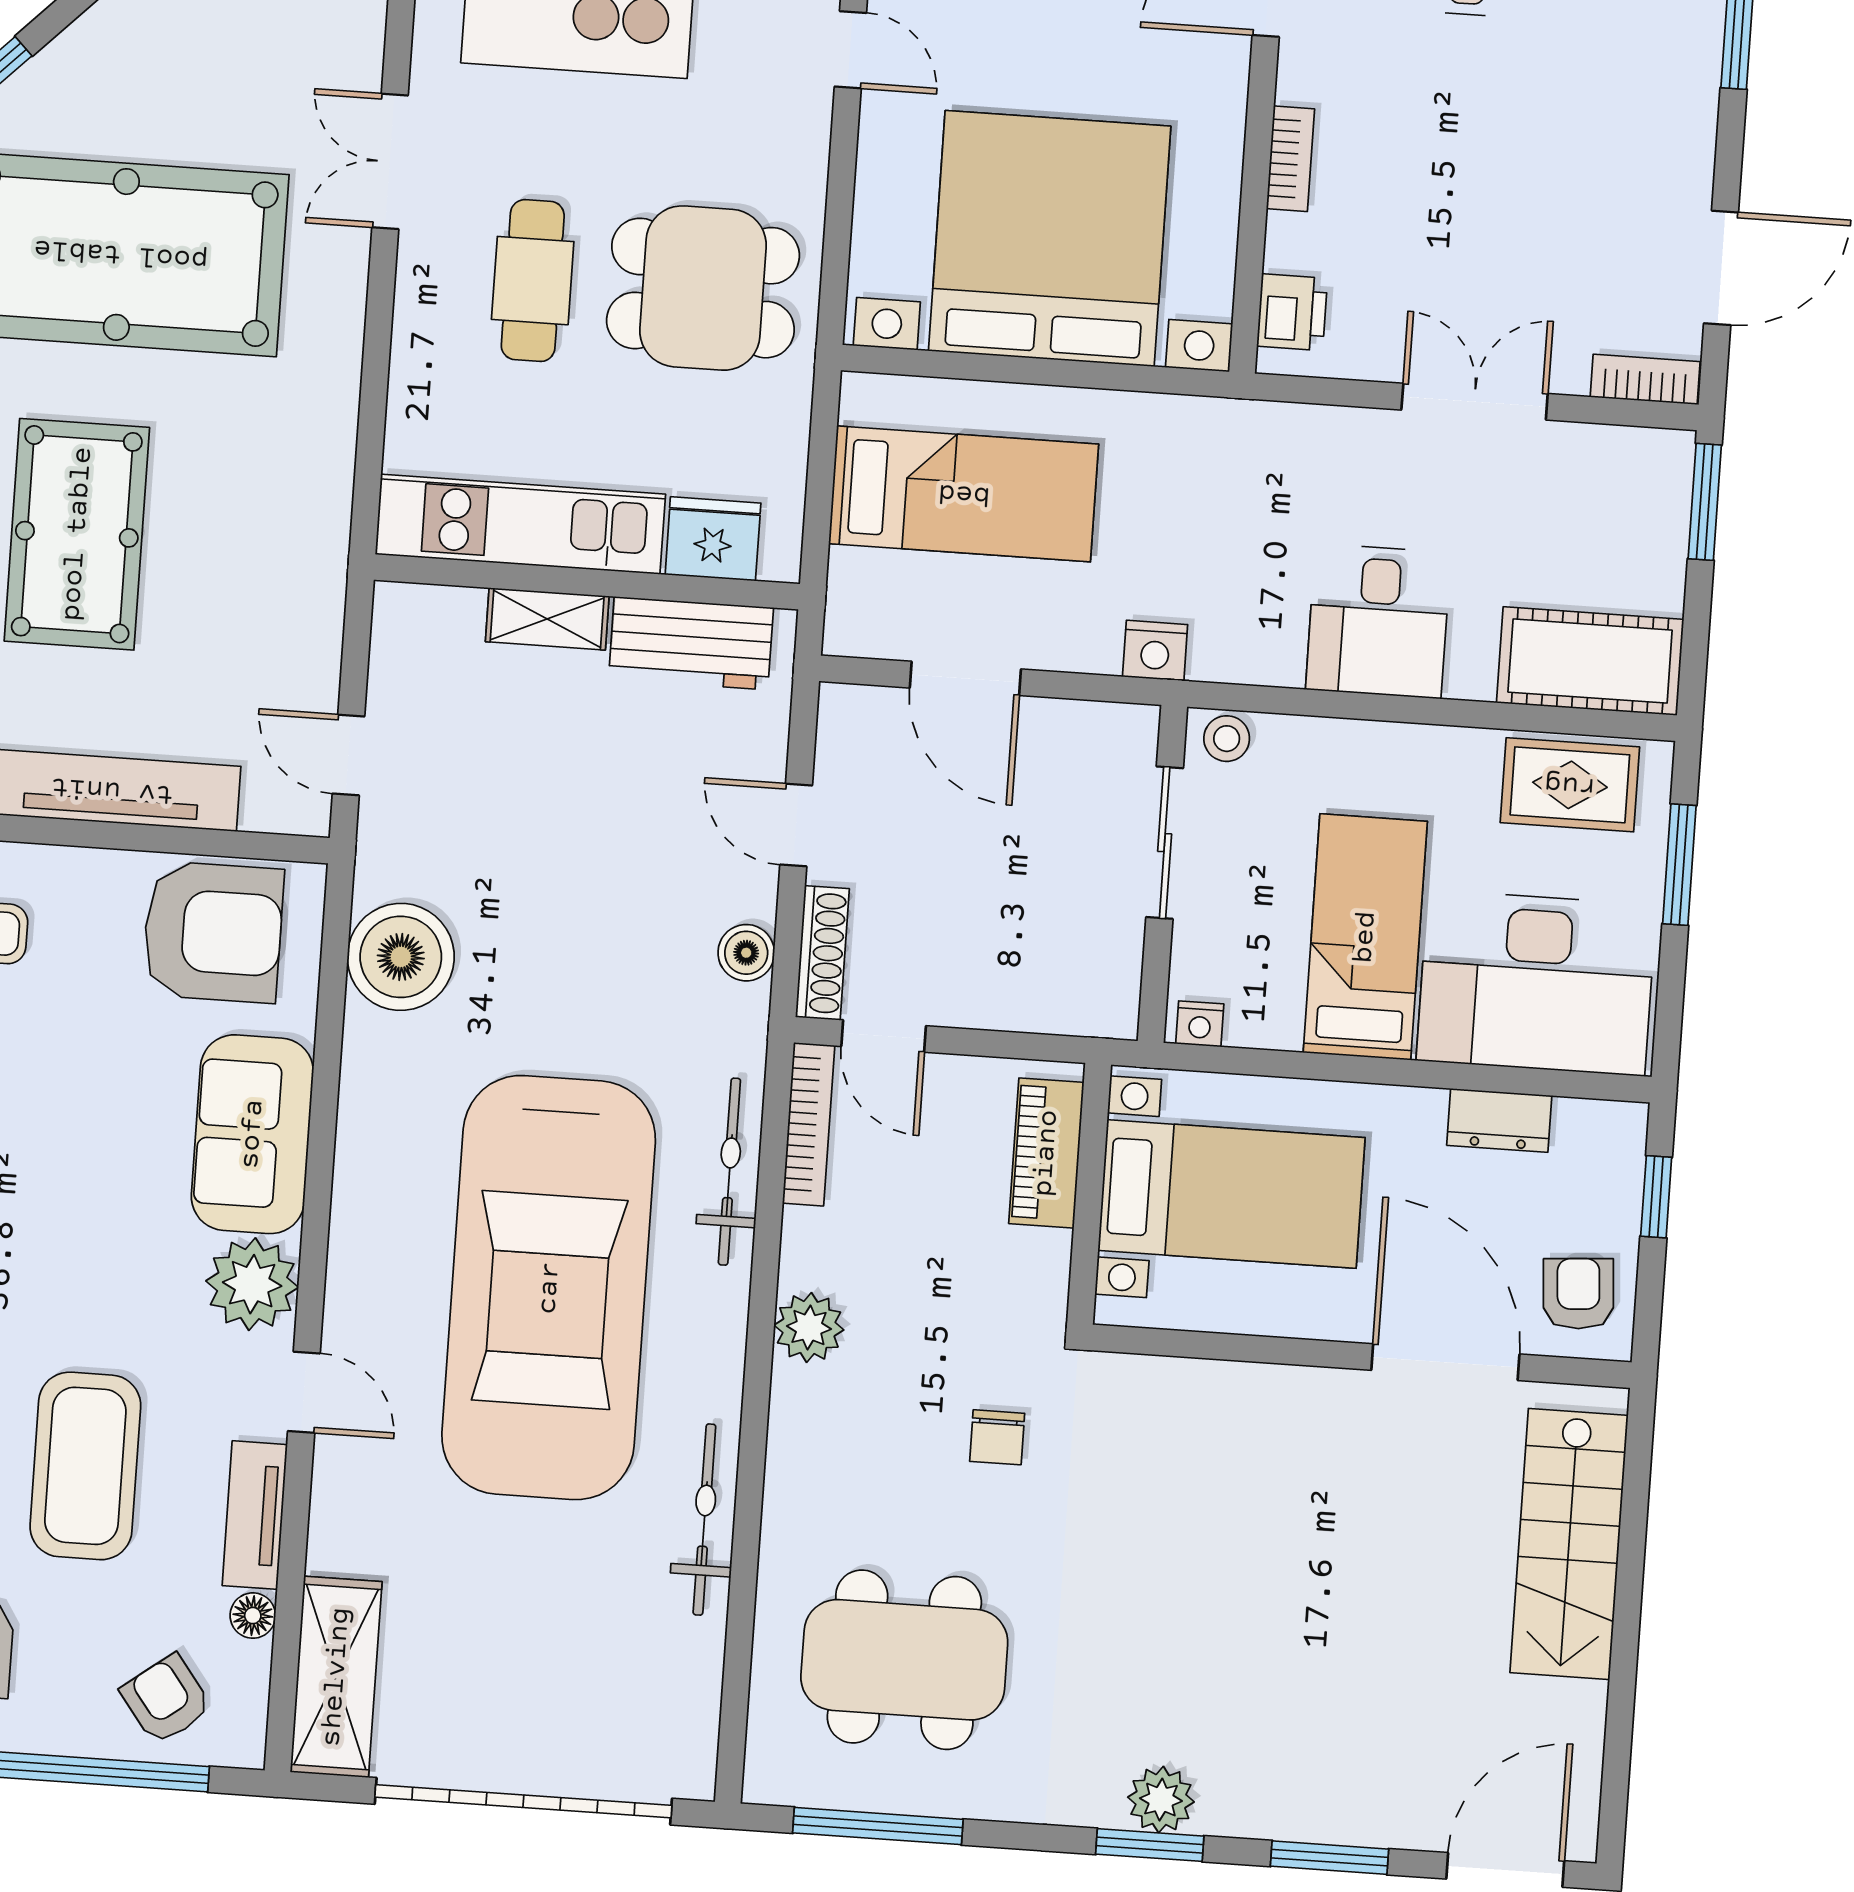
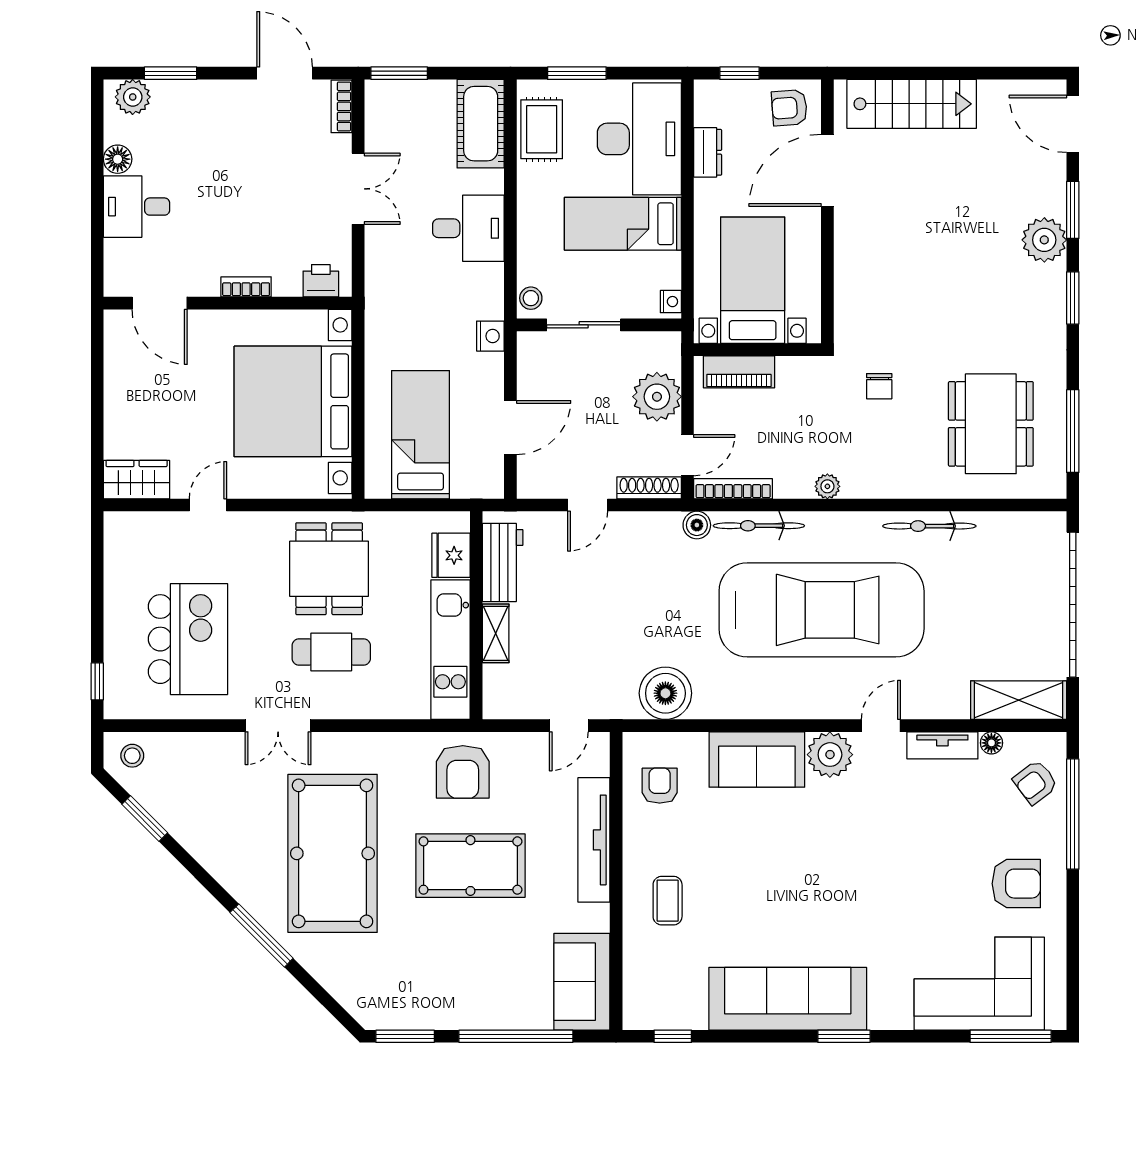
double door: (1475, 402) -> (358, 189), swing flipped
armchair: (269, 532) -> (463, 772), added
armchair: (213, 932) -> (660, 786), width x0.53, depth x0.53
boiler: (746, 953) -> (697, 525), moved
plant: (1007, 982) -> (657, 397), added
plant: (809, 1327) -> (827, 486), width x0.73, depth x0.73
chair: (997, 1437) -> (879, 386), turned 90
coffee table: (85, 1466) -> (924, 830), removed
plant: (1161, 1800) -> (1044, 240), moved, width x1.36, depth x1.36

